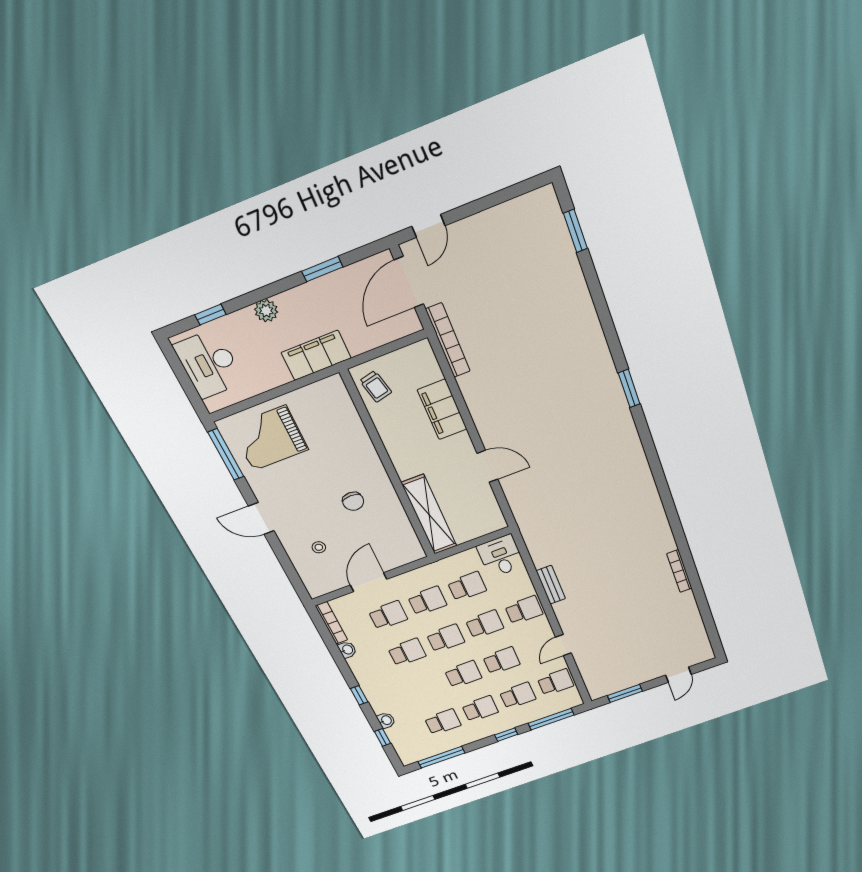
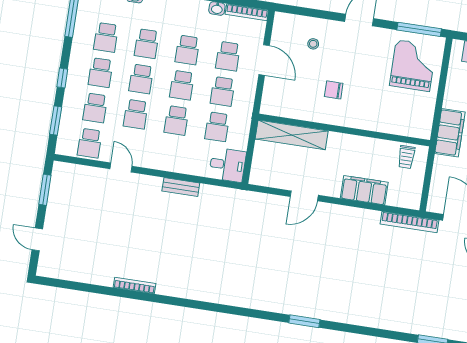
trolley: (376, 386) -> (406, 157), turned -77
school desk: (524, 610) -> (147, 44), moved
window: (551, 719) -> (56, 121), width x0.69

